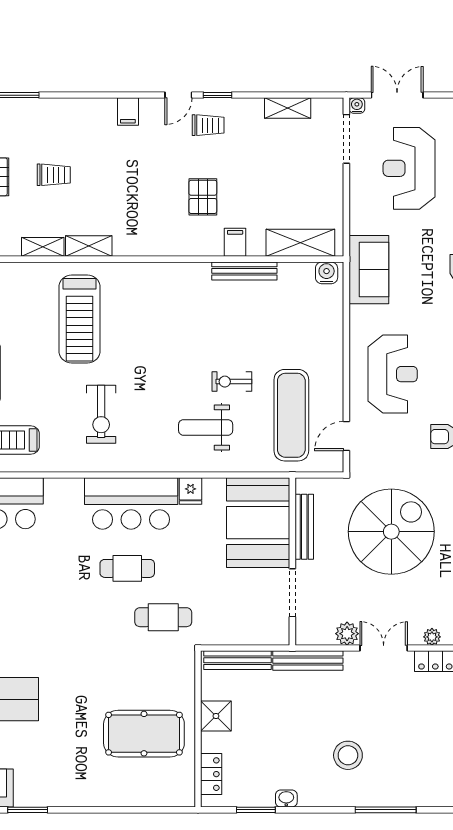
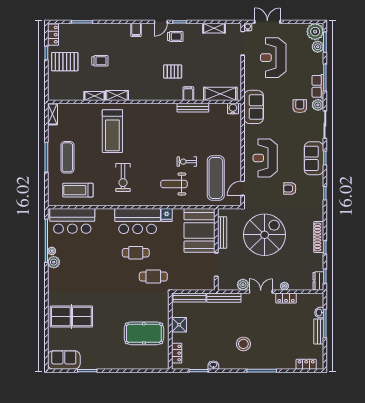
pallet: (203, 197) -> (173, 71), turned 90
reception desk: (393, 374) -> (265, 158), turned 180

